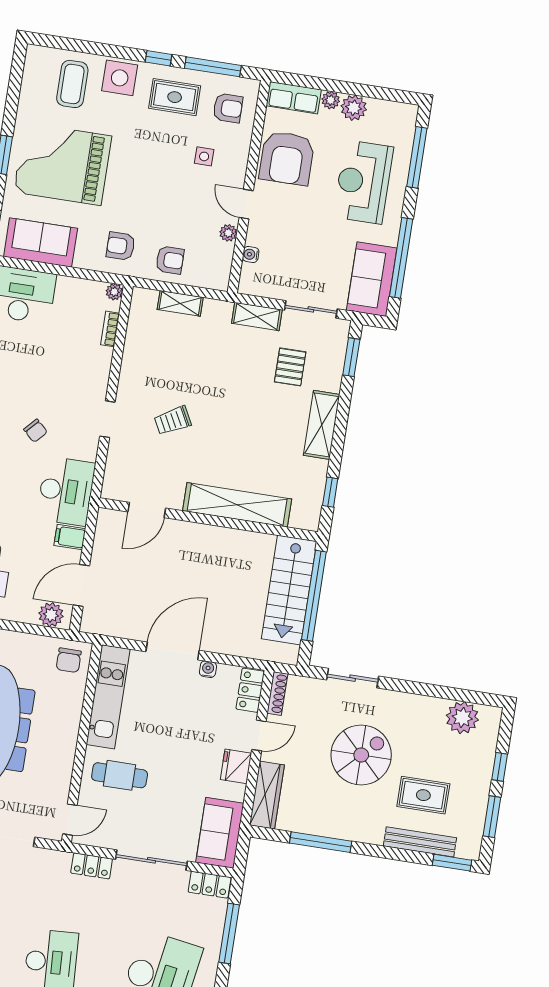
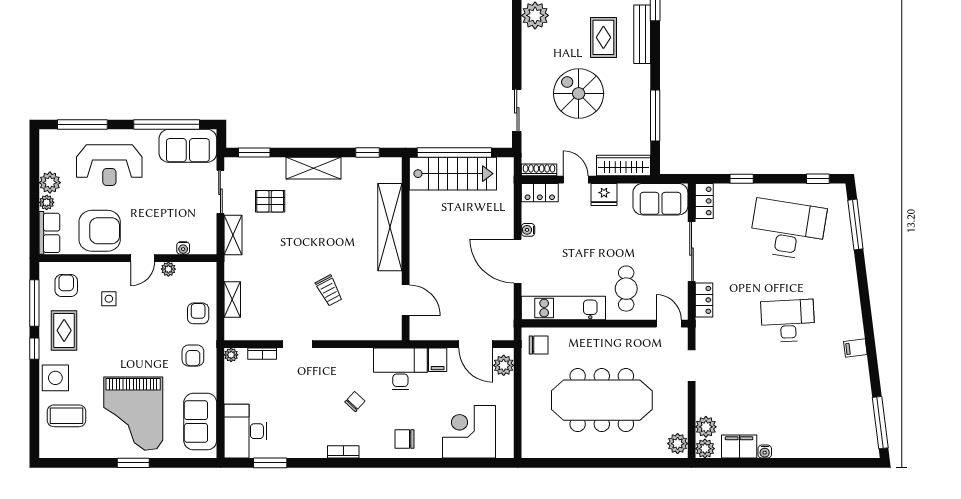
doorway: (107, 419) -> (297, 344), moved
window: (229, 933) -> (742, 179), width x0.46

